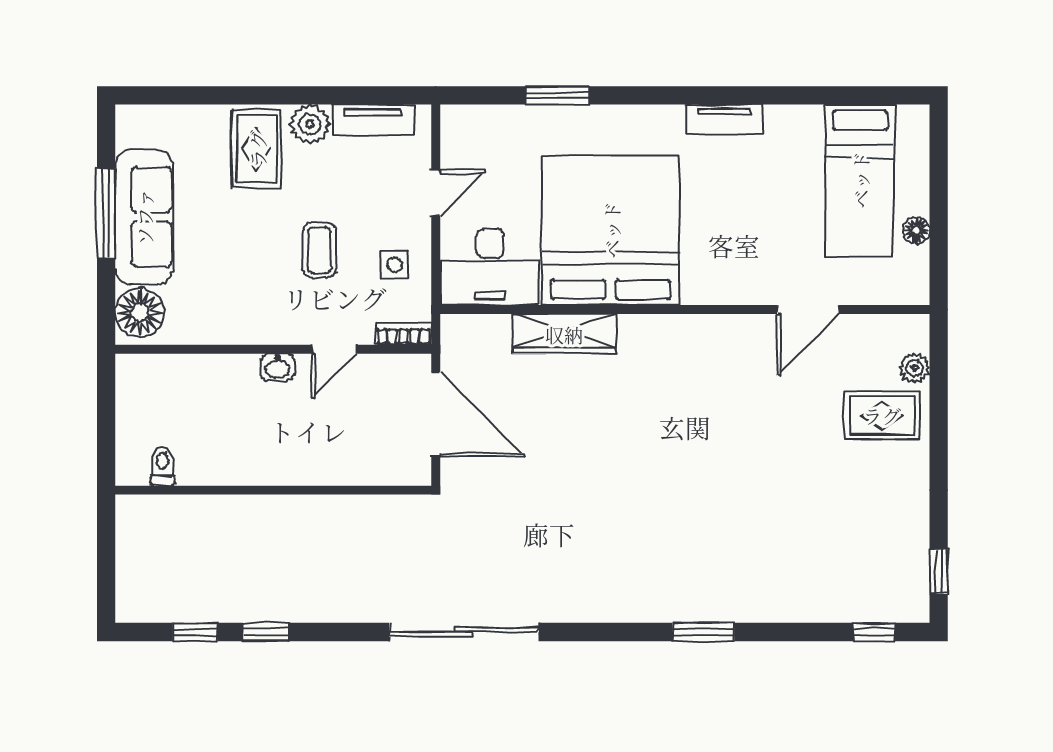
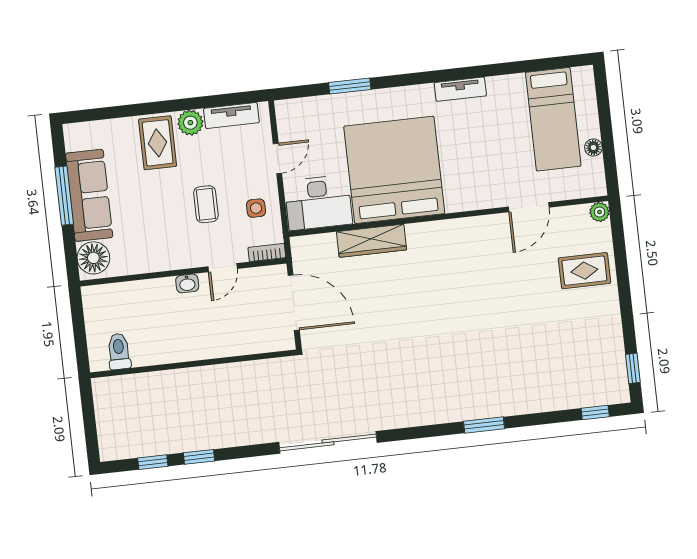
plant: (915, 368) -> (599, 212), moved
toilet: (162, 466) -> (119, 351), width x1.37, depth x1.39

